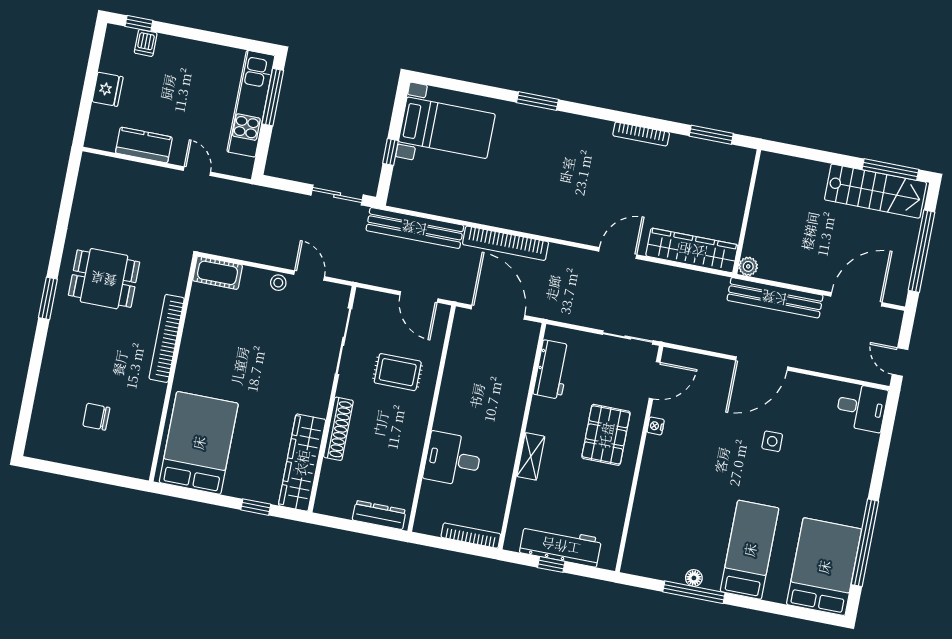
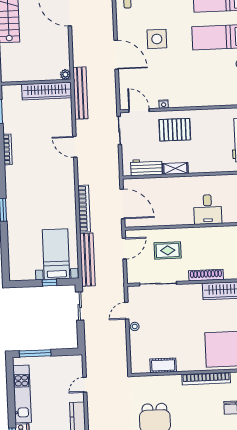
kitchen unit: (251, 104) -> (22, 394), moved, turned -90
bed with nightstands: (447, 128) -> (56, 254), moved
wardrobe: (692, 250) -> (47, 91), moved, turned -90
cot: (218, 273) -> (163, 365), moved, turned 90
bench: (775, 298) -> (80, 93), moved
door: (498, 312) -> (122, 204), swing flipped
bookcase: (167, 338) -> (206, 379), moved
rug: (398, 372) -> (168, 250), turned 90
side table: (772, 441) -> (157, 39), width x1.87, depth x1.87
shelving: (531, 456) -> (175, 168), moved

